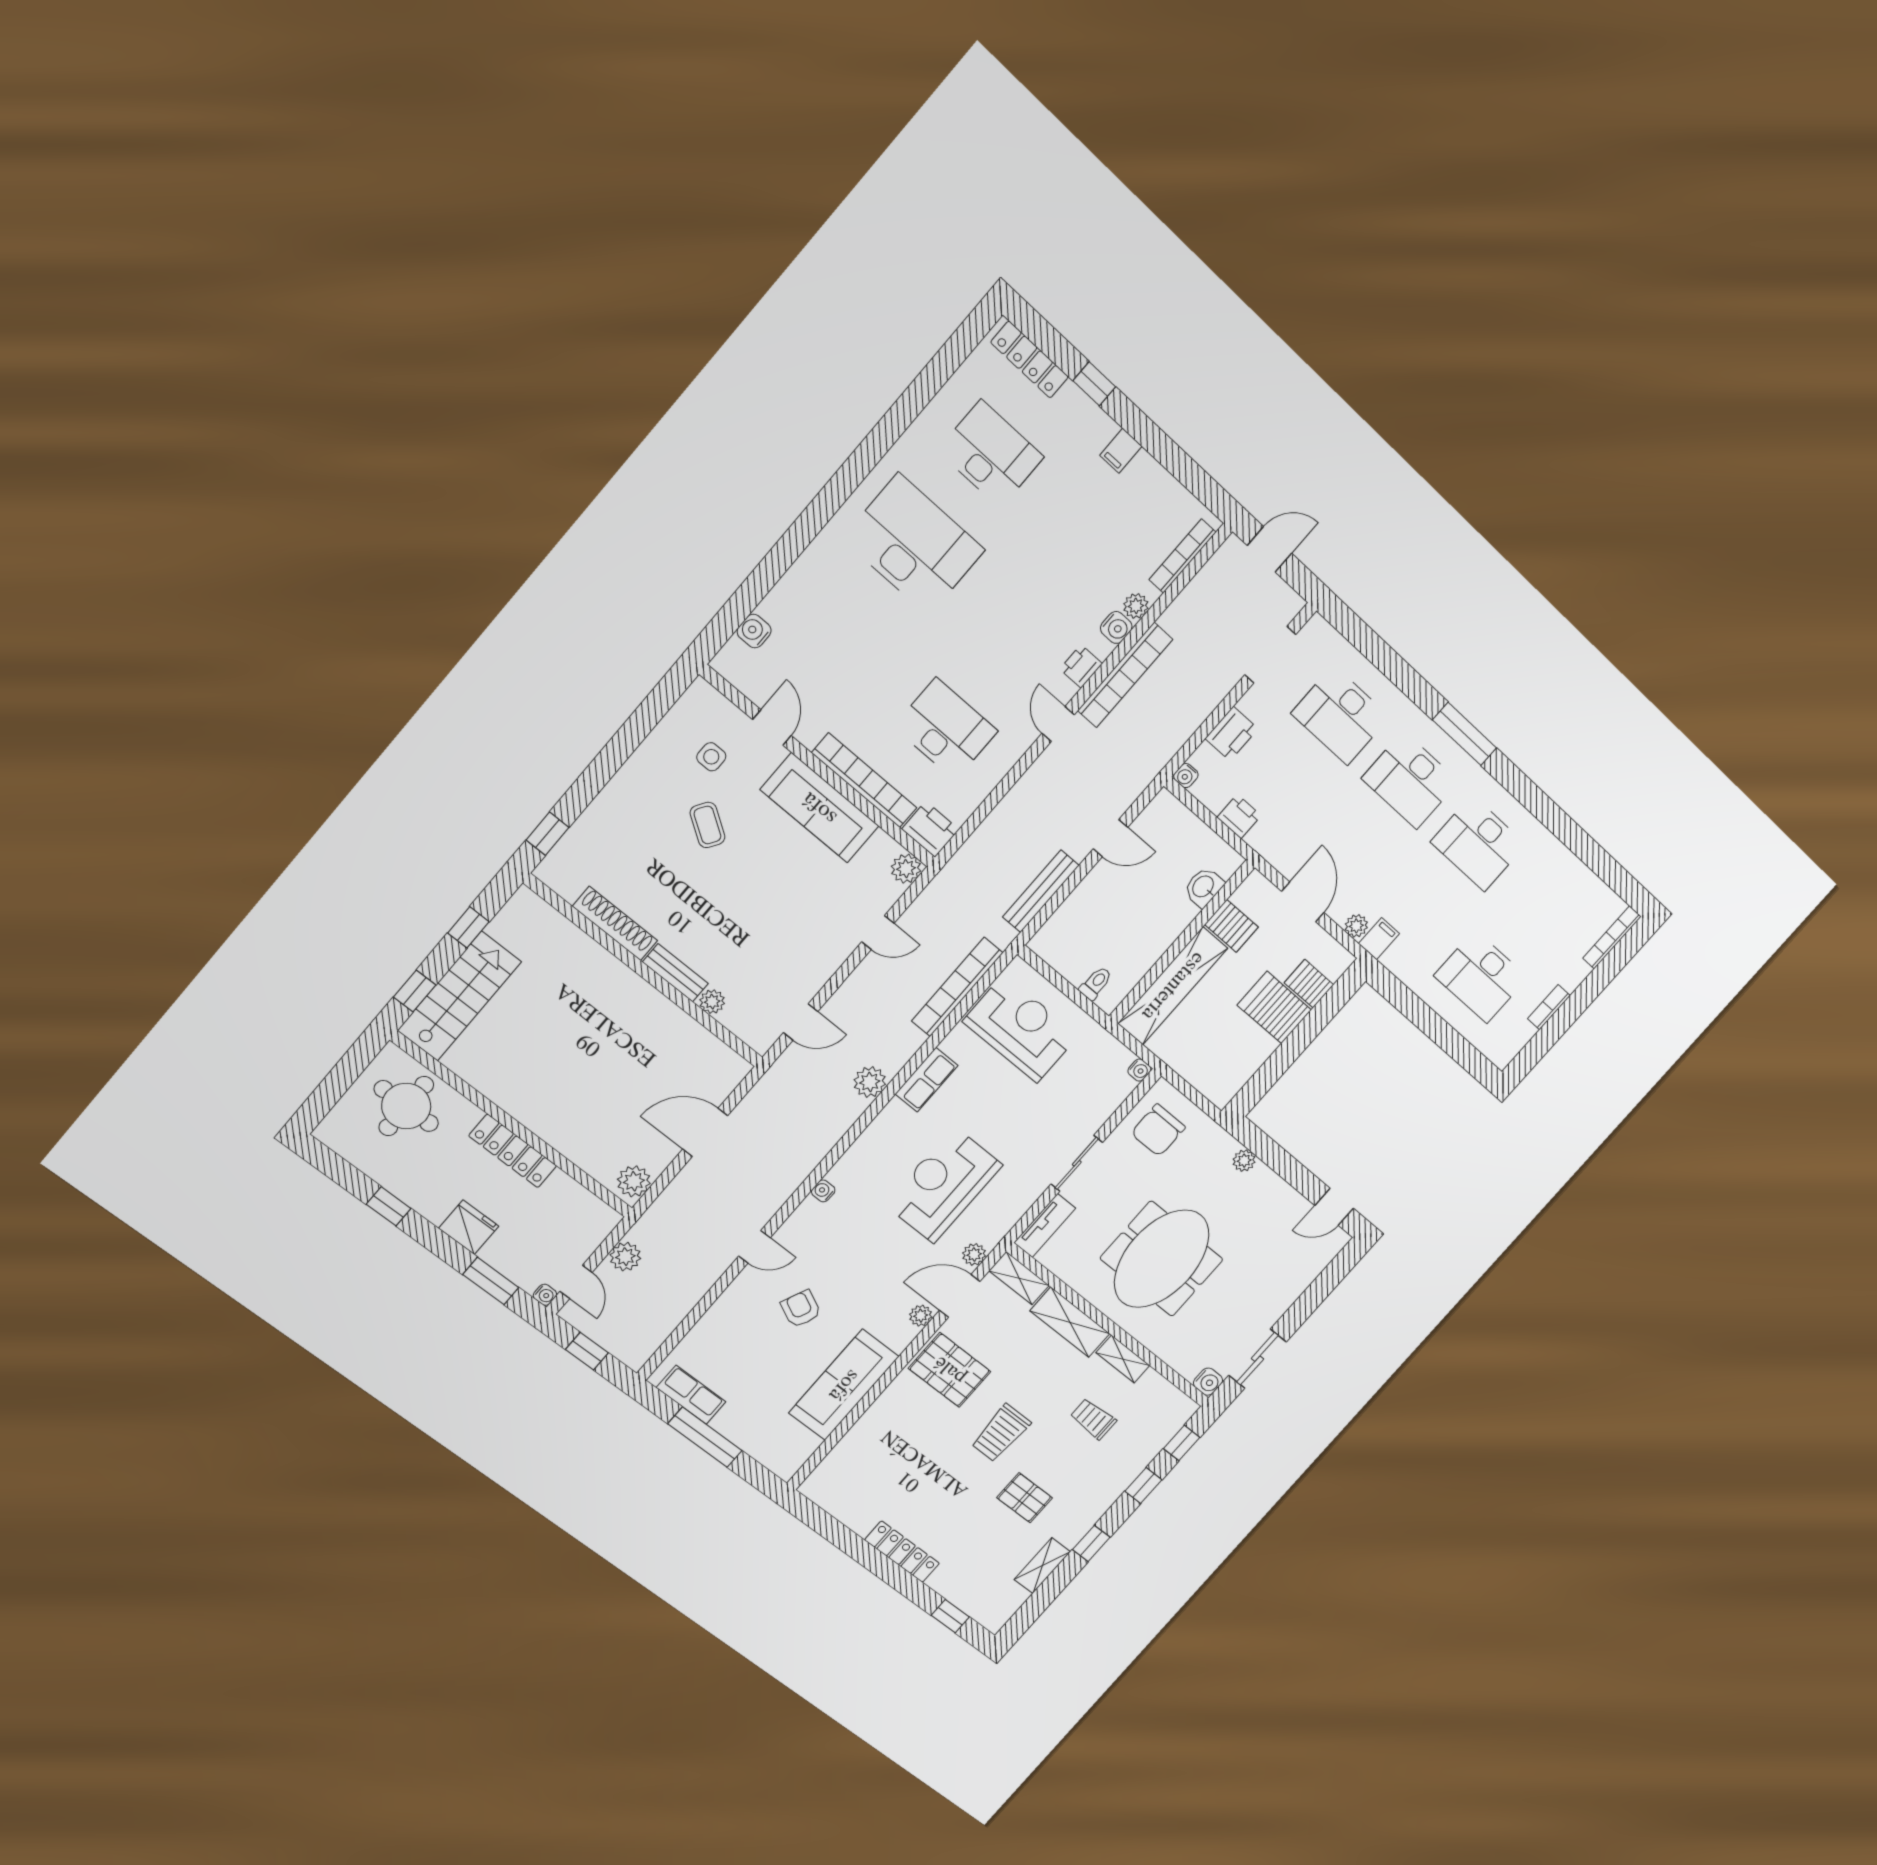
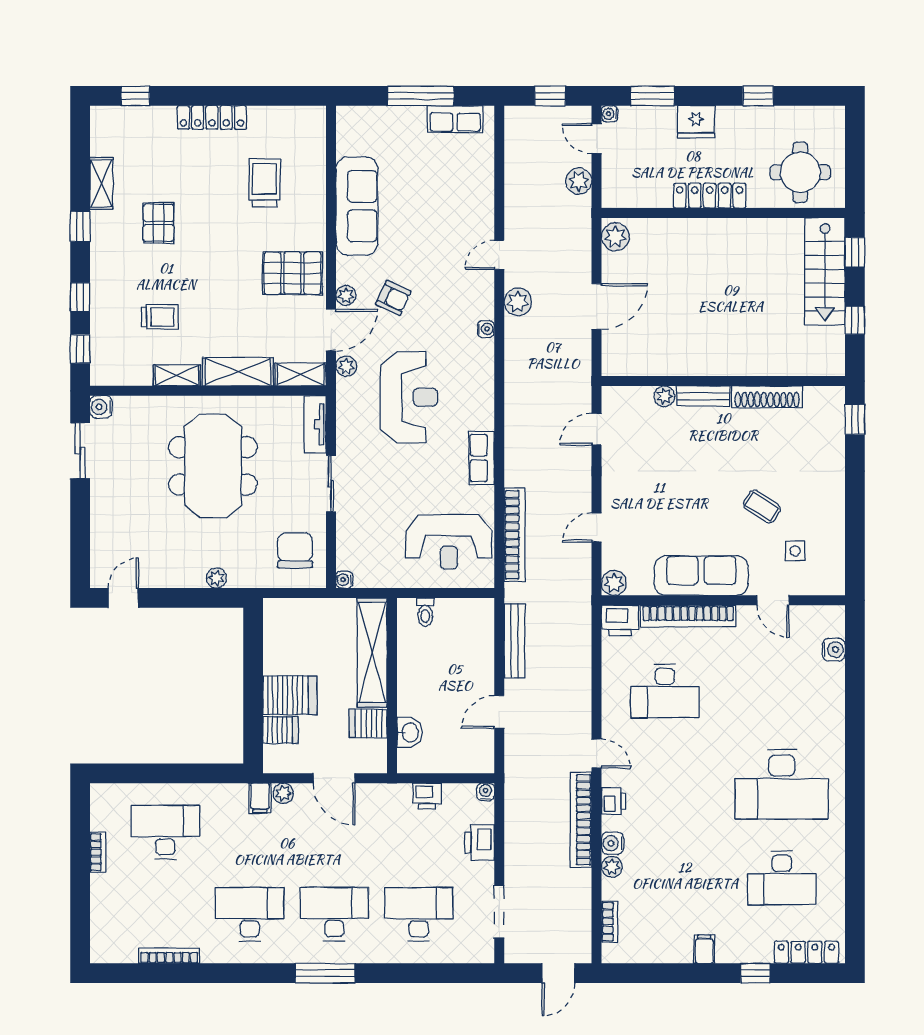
bookcase: (1182, 556) -> (610, 922), width x0.64
bookcase: (1612, 937) -> (169, 956), moved, turned -90
plant: (870, 1082) -> (518, 302), moved
armchair: (801, 1309) -> (393, 298), moved
trolley: (1001, 1433) -> (265, 183), moved
pallet: (1025, 1498) -> (159, 223), turned 90

